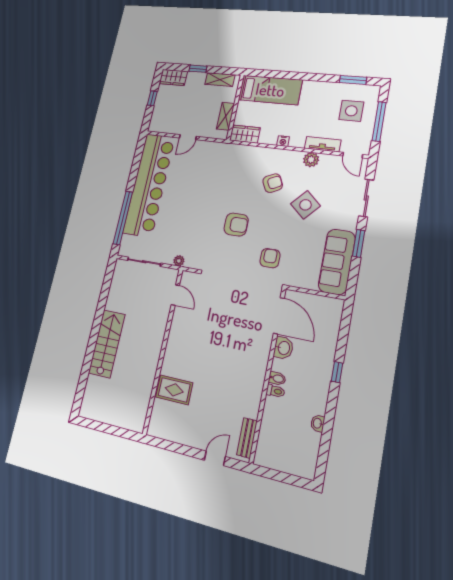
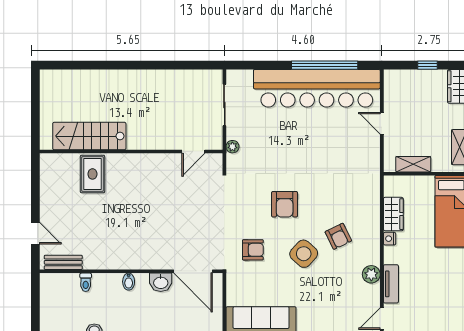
side table: (351, 111) -> (434, 309), removed
wardrobe: (245, 134) -> (393, 214), moved
side table: (305, 205) -> (304, 254), moved
window: (123, 218) -> (325, 65), moved
door: (279, 316) -> (193, 271), hinge flipped
stairs: (107, 344) -> (89, 136), moved, turned 180
toilet: (275, 391) -> (86, 282), moved

